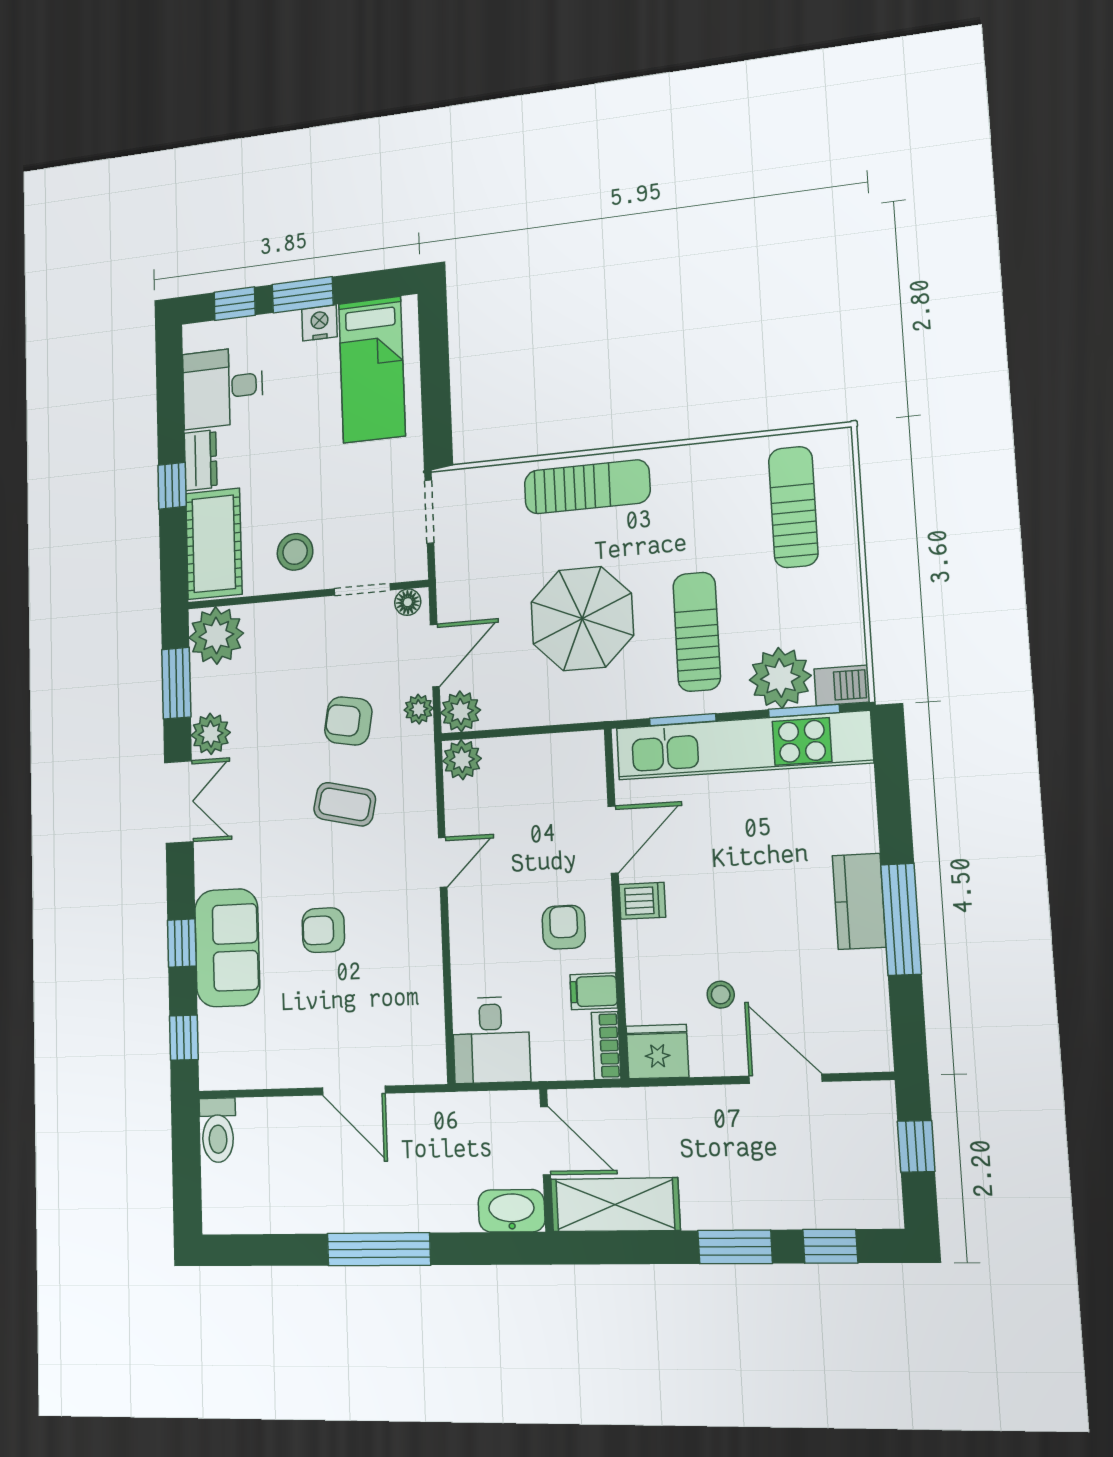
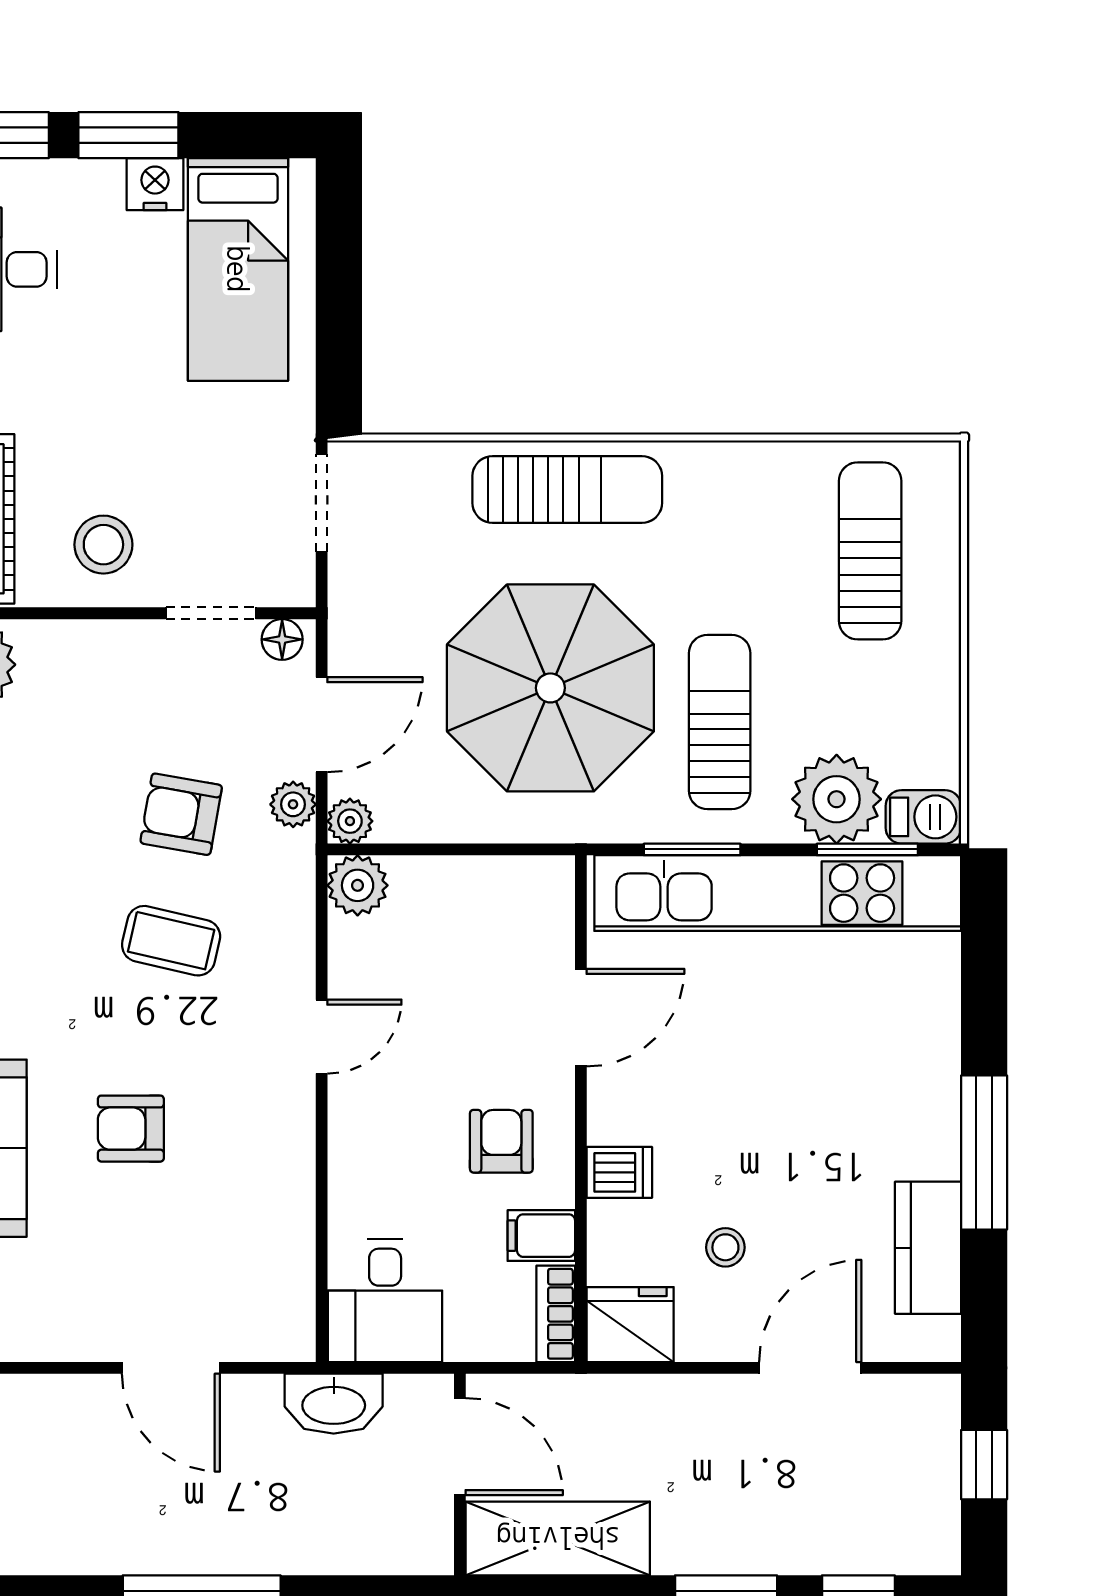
parasol: (582, 619) -> (550, 688), width x1.36, depth x1.36
plant: (461, 711) -> (350, 821), width x0.73, depth x0.73
dishwasher: (642, 901) -> (619, 1172), moved
kitchen counter: (859, 901) -> (928, 1248), moved
door: (785, 1079) -> (810, 1368), hinge flipped
washbasin: (512, 1211) -> (334, 1404), moved, turned 180

